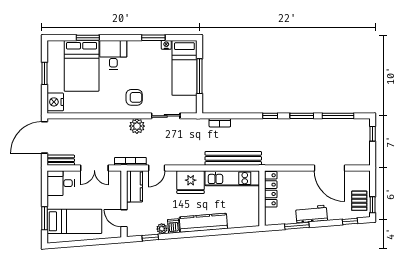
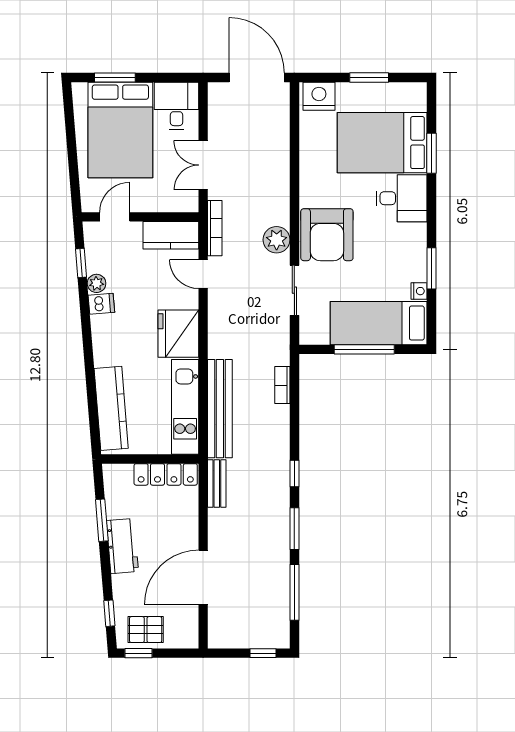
armchair: (134, 97) -> (327, 235), width x1.88, depth x1.88
bench: (61, 160) -> (217, 484), moved
bed: (74, 221) -> (120, 130), width x1.50
kitchen counter: (203, 223) -> (111, 408), moved

